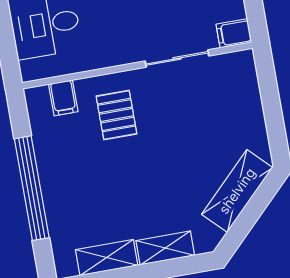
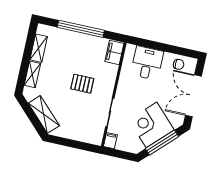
filing cabinet: (63, 98) -> (114, 52), width x2.00
pallet: (116, 115) -> (82, 84), moved

